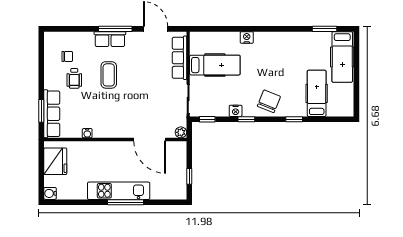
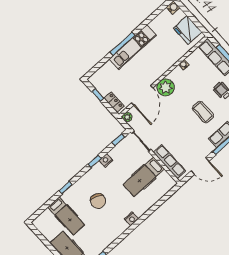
nightstand: (247, 37) -> (131, 219), moved
chair: (269, 101) -> (98, 201), moved
plant: (122, 128) -> (166, 87), added
door: (150, 140) -> (142, 95), swing flipped
locker: (181, 157) -> (114, 102), added

